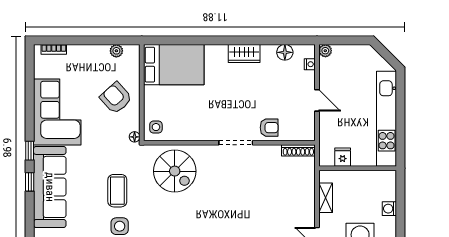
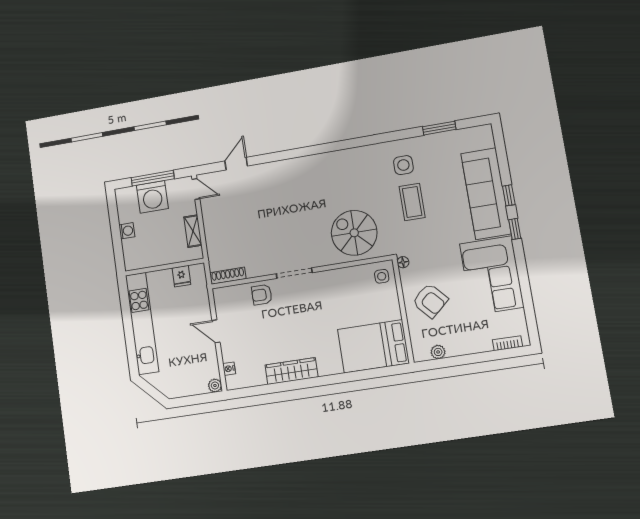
floor lamp: (285, 52) -> (257, 377), removed
wardrobe: (244, 53) -> (292, 371), width x1.50

